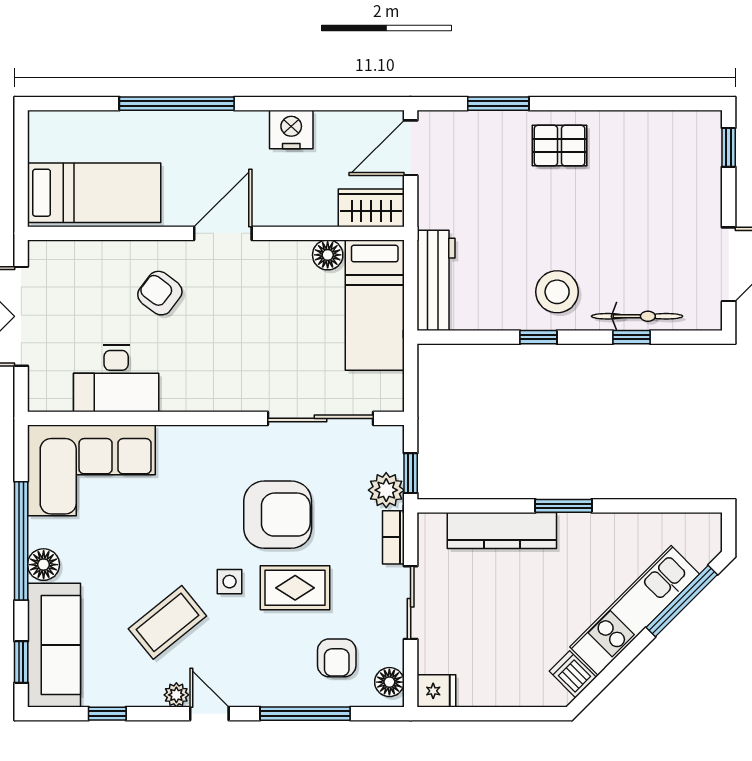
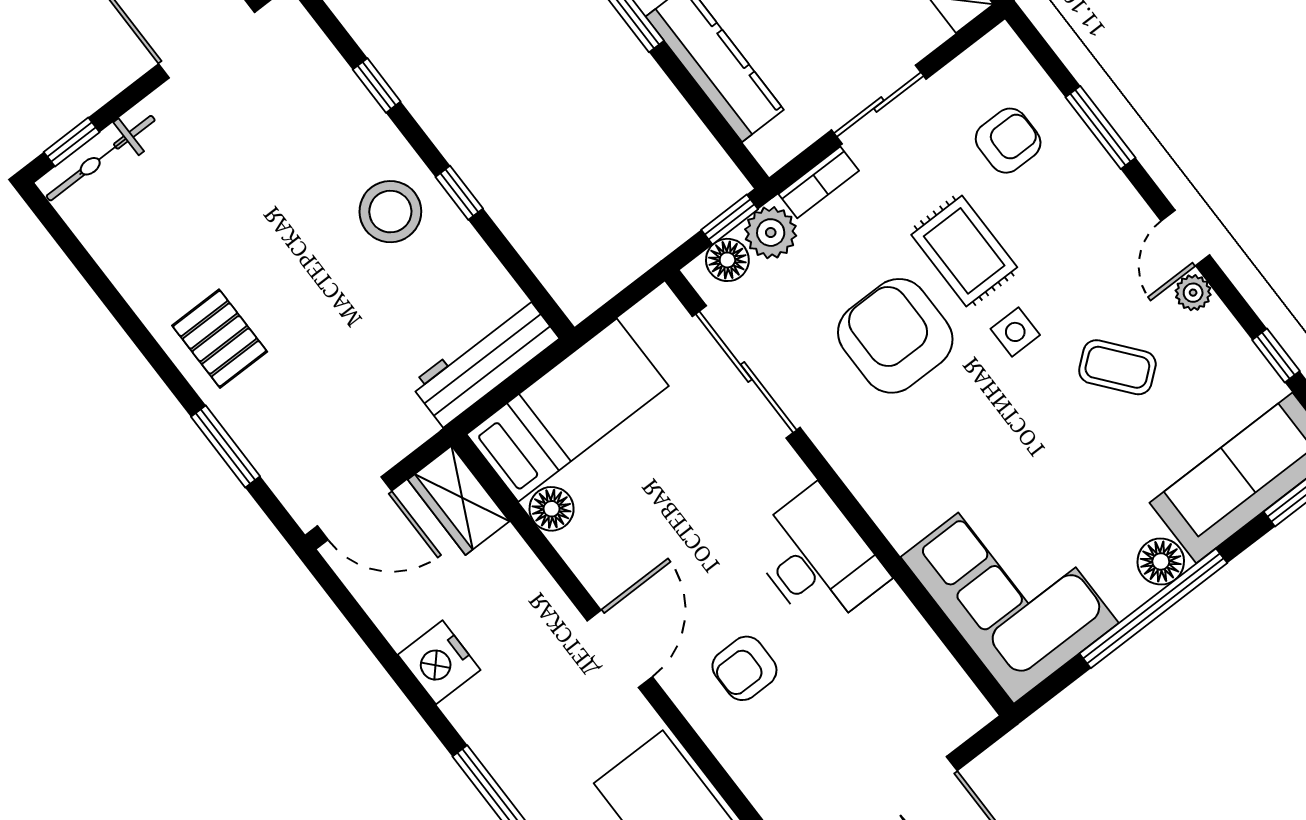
door: (223, 233) -> (620, 649), swing flipped
armchair: (160, 293) -> (744, 668), turned 53
bicycle: (637, 316) -> (101, 158), moved, turned -90
desk: (116, 378) -> (817, 559), moved
coffee table: (167, 622) -> (1117, 367), width x0.73, depth x0.77
floor lamp: (389, 682) -> (727, 260), moved
window: (305, 714) -> (1100, 128), width x0.69

